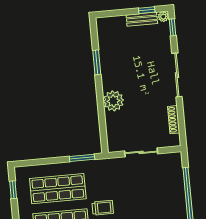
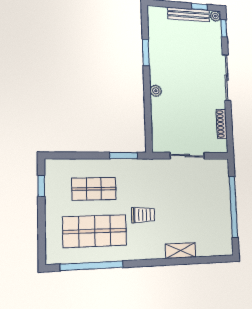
bench: (142, 19) -> (189, 15), width x1.36
plant: (113, 101) -> (156, 91), width x0.53, depth x0.53
shop shelf: (58, 189) -> (94, 189), width x0.70, depth x0.74

